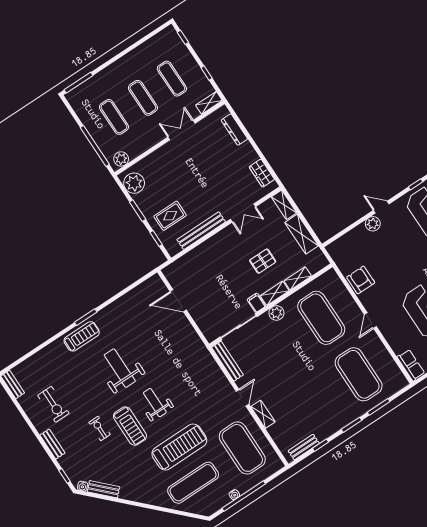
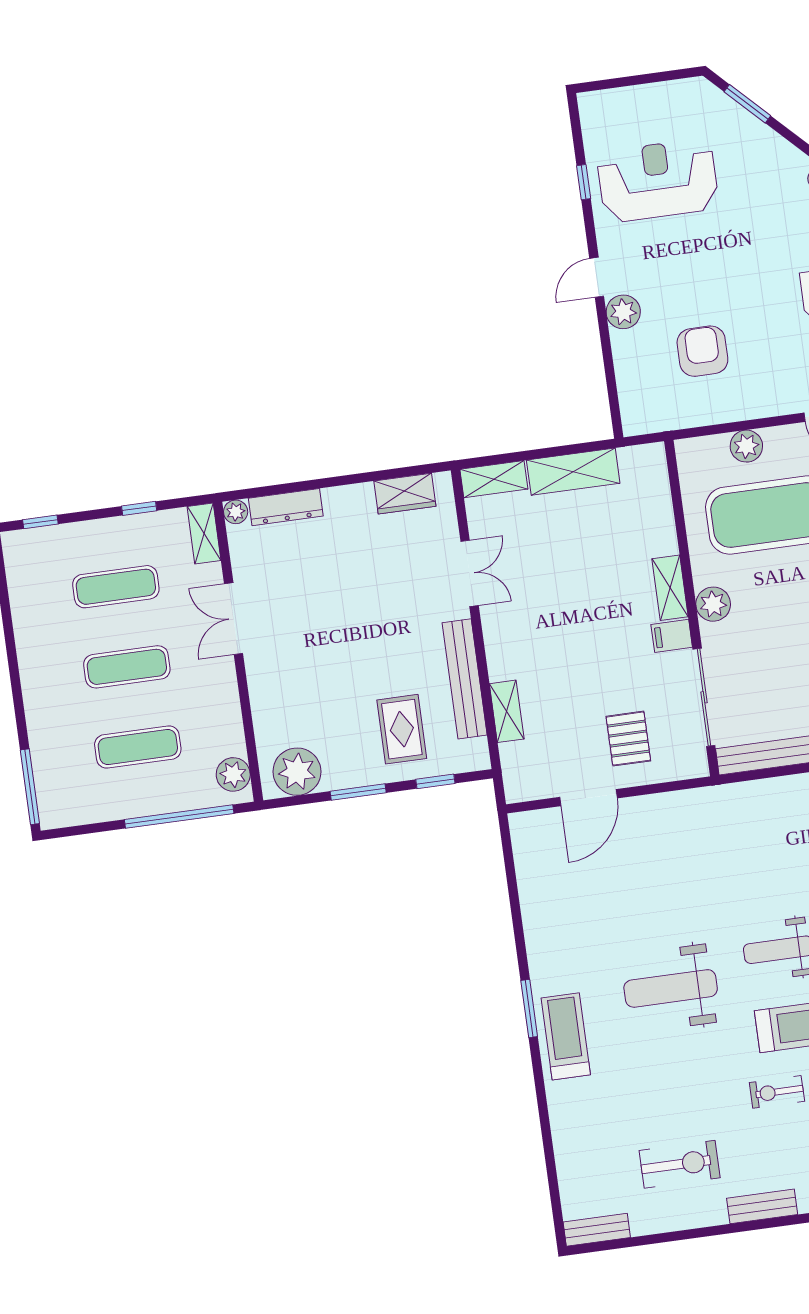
plant: (223, 111) -> (236, 512), added
pallet: (263, 261) -> (628, 739), moved
shelving: (298, 278) -> (507, 711), moved
armchair: (361, 280) -> (702, 351), moved, turned 90
plant: (344, 296) -> (746, 446), added

